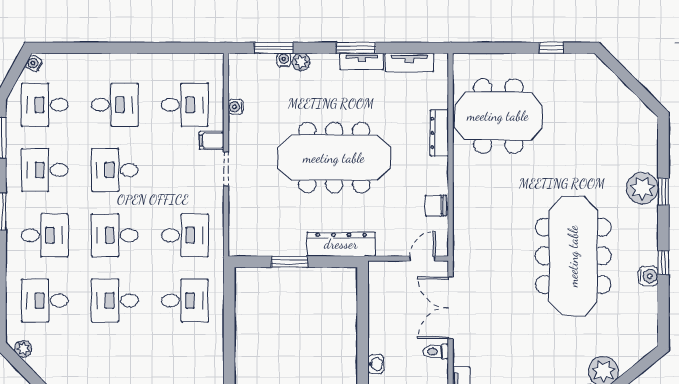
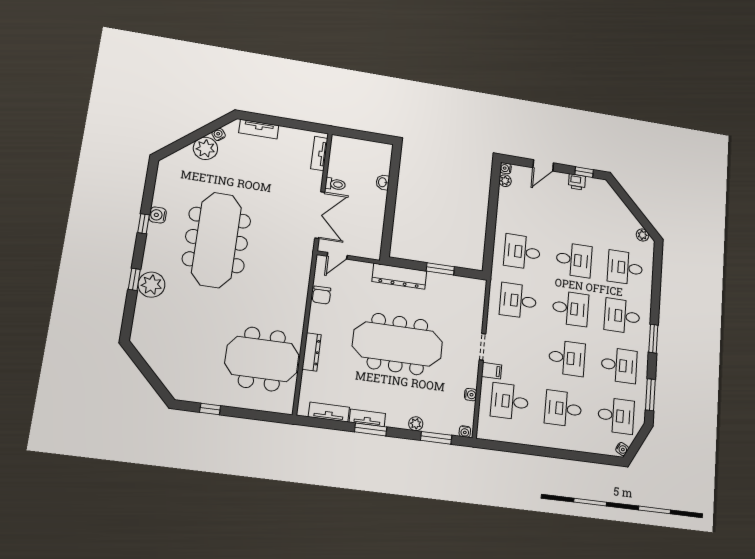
water cooler: (284, 60) -> (465, 432), moved
chair: (436, 206) -> (322, 295), turned 90
desk: (45, 301) -> (625, 268), turned 180

